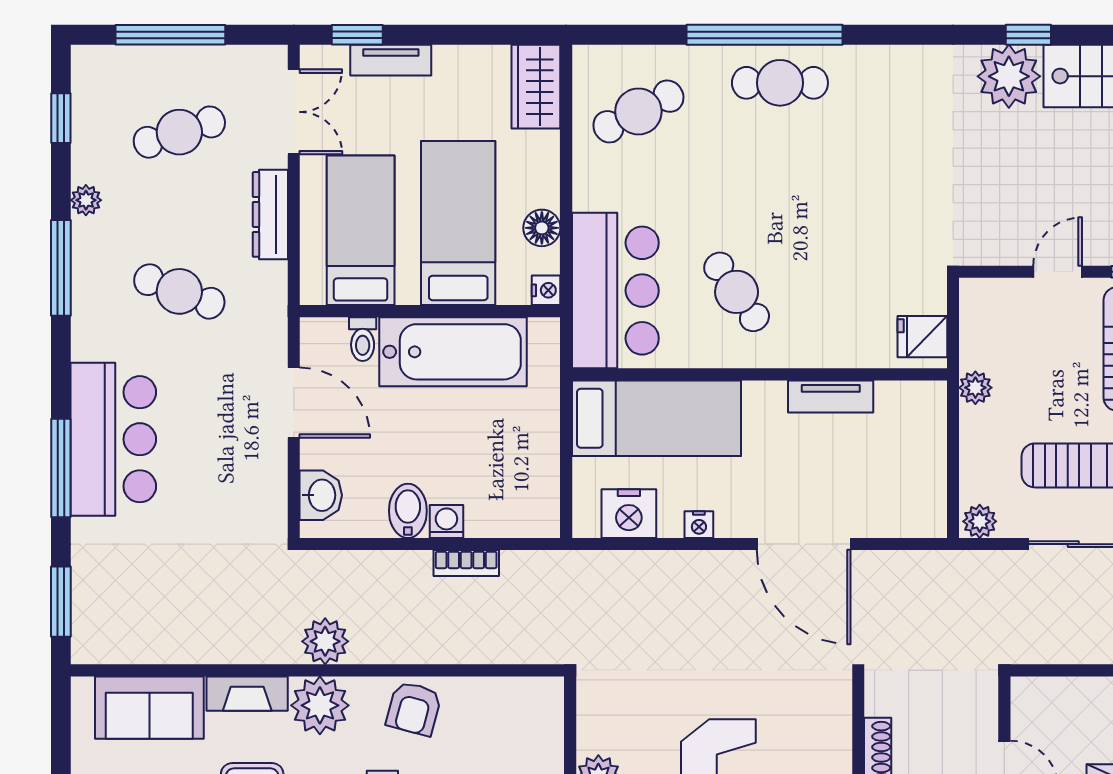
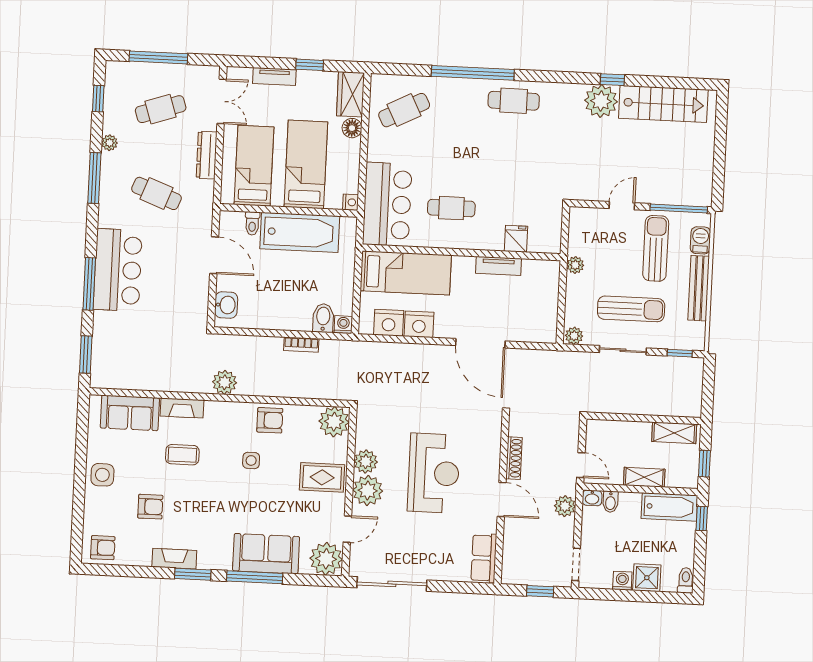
window: (357, 35) -> (310, 65), moved
cafe table: (780, 83) -> (514, 101), moved
floor lamp: (542, 228) -> (352, 128), moved
cafe table: (737, 292) -> (451, 208), turned -55
fridge: (922, 337) -> (516, 239), moved, turned 90
bidet: (408, 511) -> (323, 318), moved
washing machine: (446, 522) -> (343, 325), moved
nightstand: (699, 525) -> (419, 324), width x1.89, depth x1.79
plant: (320, 705) -> (334, 422), moved
armchair: (414, 709) -> (270, 420), turned -105

